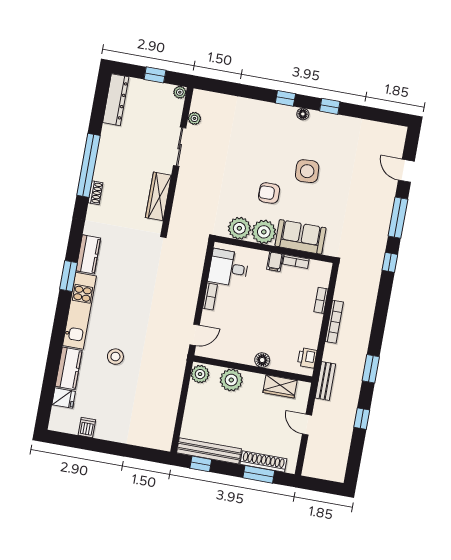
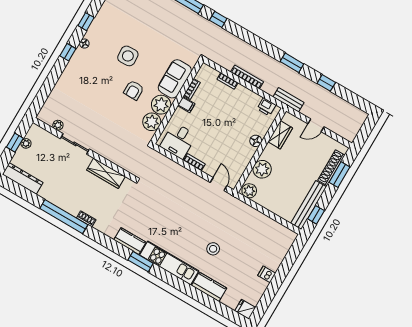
plant: (180, 92) -> (26, 143), moved
fridge: (64, 398) -> (245, 309), moved, turned -90
dishwasher: (87, 427) -> (267, 274), moved

